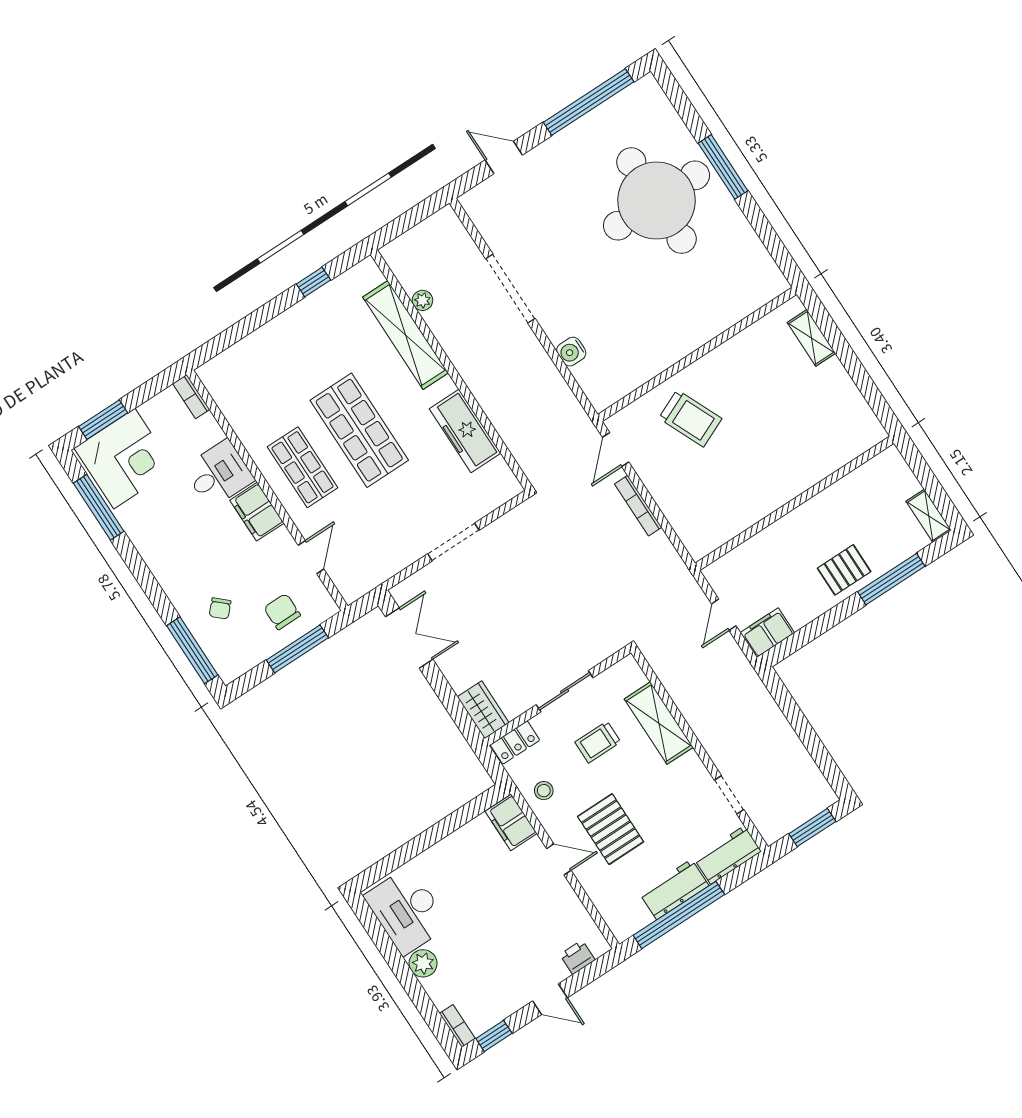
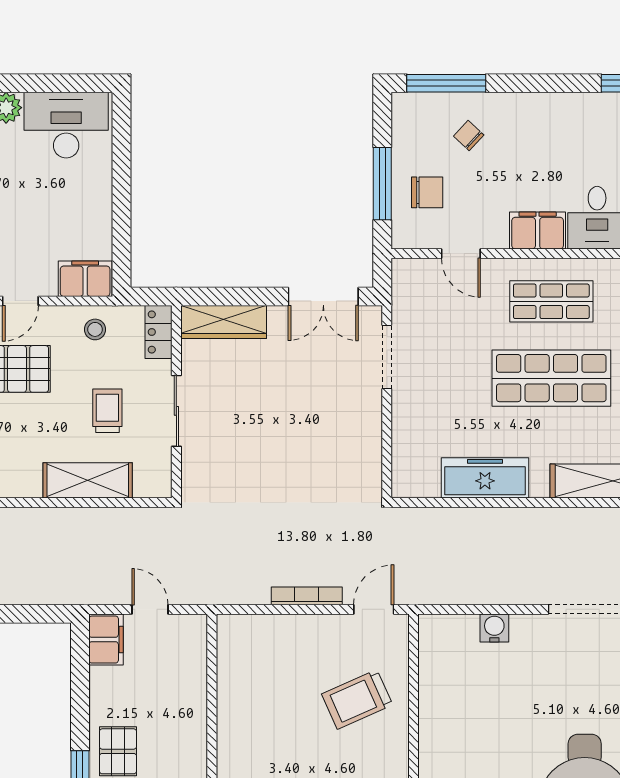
door: (616, 450) -> (374, 609), hinge flipped
doorway: (453, 542) -> (387, 357), moved
wardrobe: (483, 710) -> (224, 322), width x1.50

